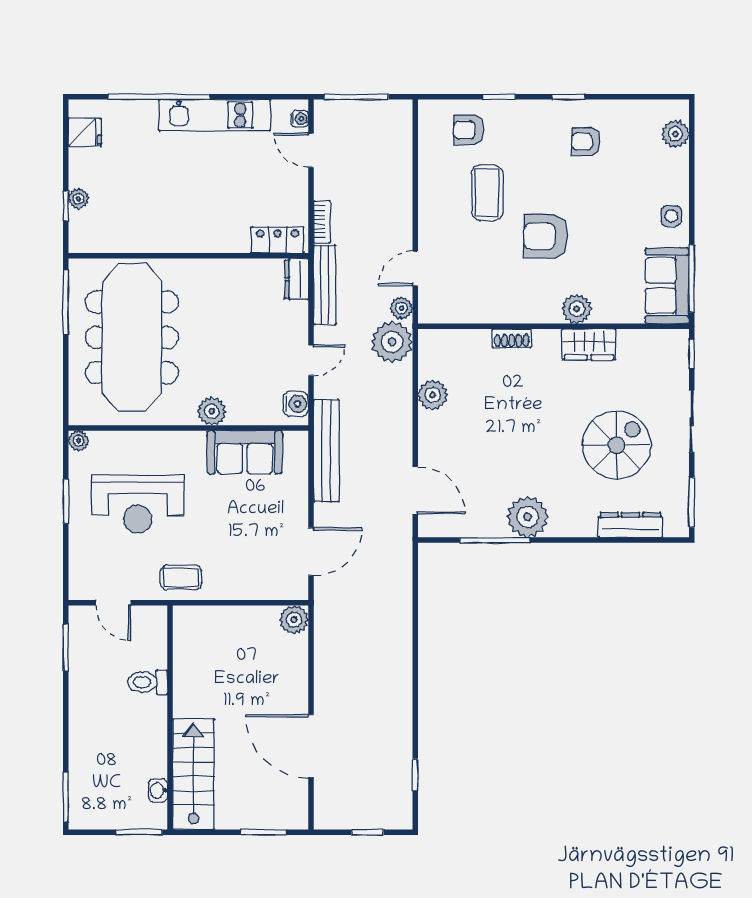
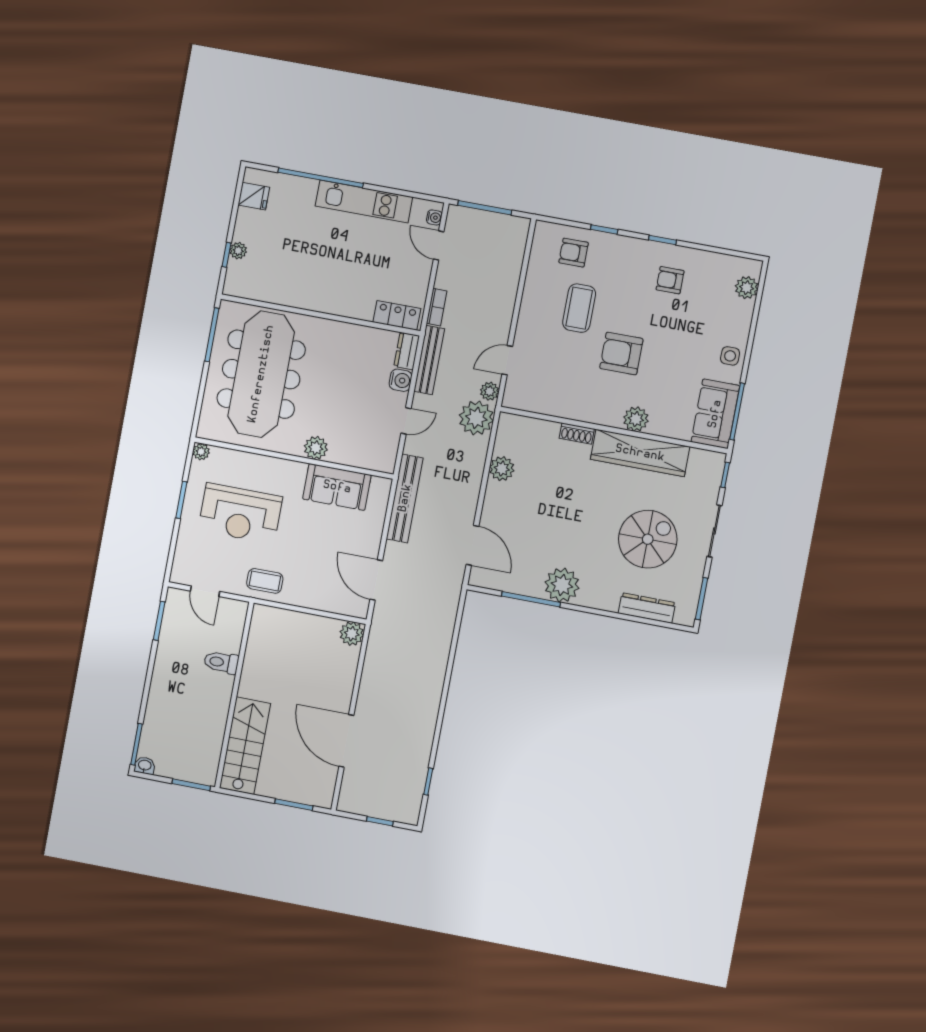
wardrobe: (589, 344) -> (640, 453), width x2.10, depth x1.17
water cooler: (296, 404) -> (401, 380), moved
door: (311, 552) -> (376, 580), swing flipped
washbasin: (158, 790) -> (145, 766), moved, turned 90

